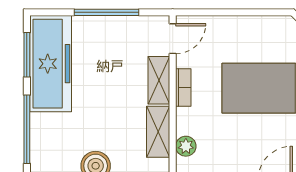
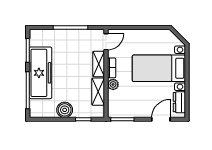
freezer: (51, 64) -> (40, 73), moved
plant: (186, 146) -> (113, 84), moved

